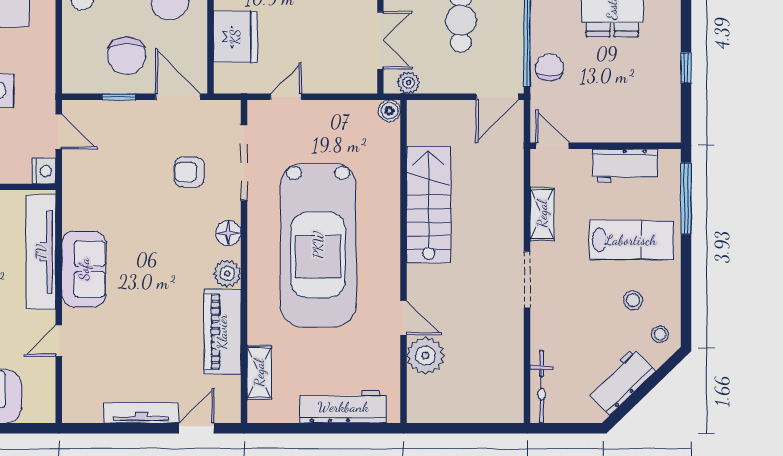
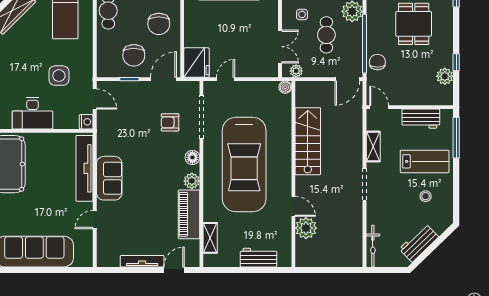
fridge: (235, 37) -> (197, 62), moved
plant: (666, 92) -> (445, 76), added
door: (178, 97) -> (163, 79), hinge flipped
stool: (660, 334) -> (441, 216), removed
workbench: (343, 407) -> (258, 258), width x0.73

